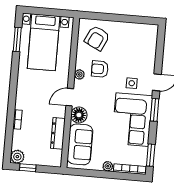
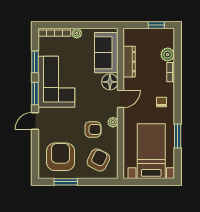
window: (131, 19) -> (66, 182), added
window: (17, 39) -> (178, 136), moved
armchair: (134, 45) -> (61, 157), added
side table: (132, 83) -> (60, 118), removed
chair: (29, 90) -> (161, 102), added
window: (151, 155) -> (35, 62), moved
plant: (17, 157) -> (168, 55), moved

